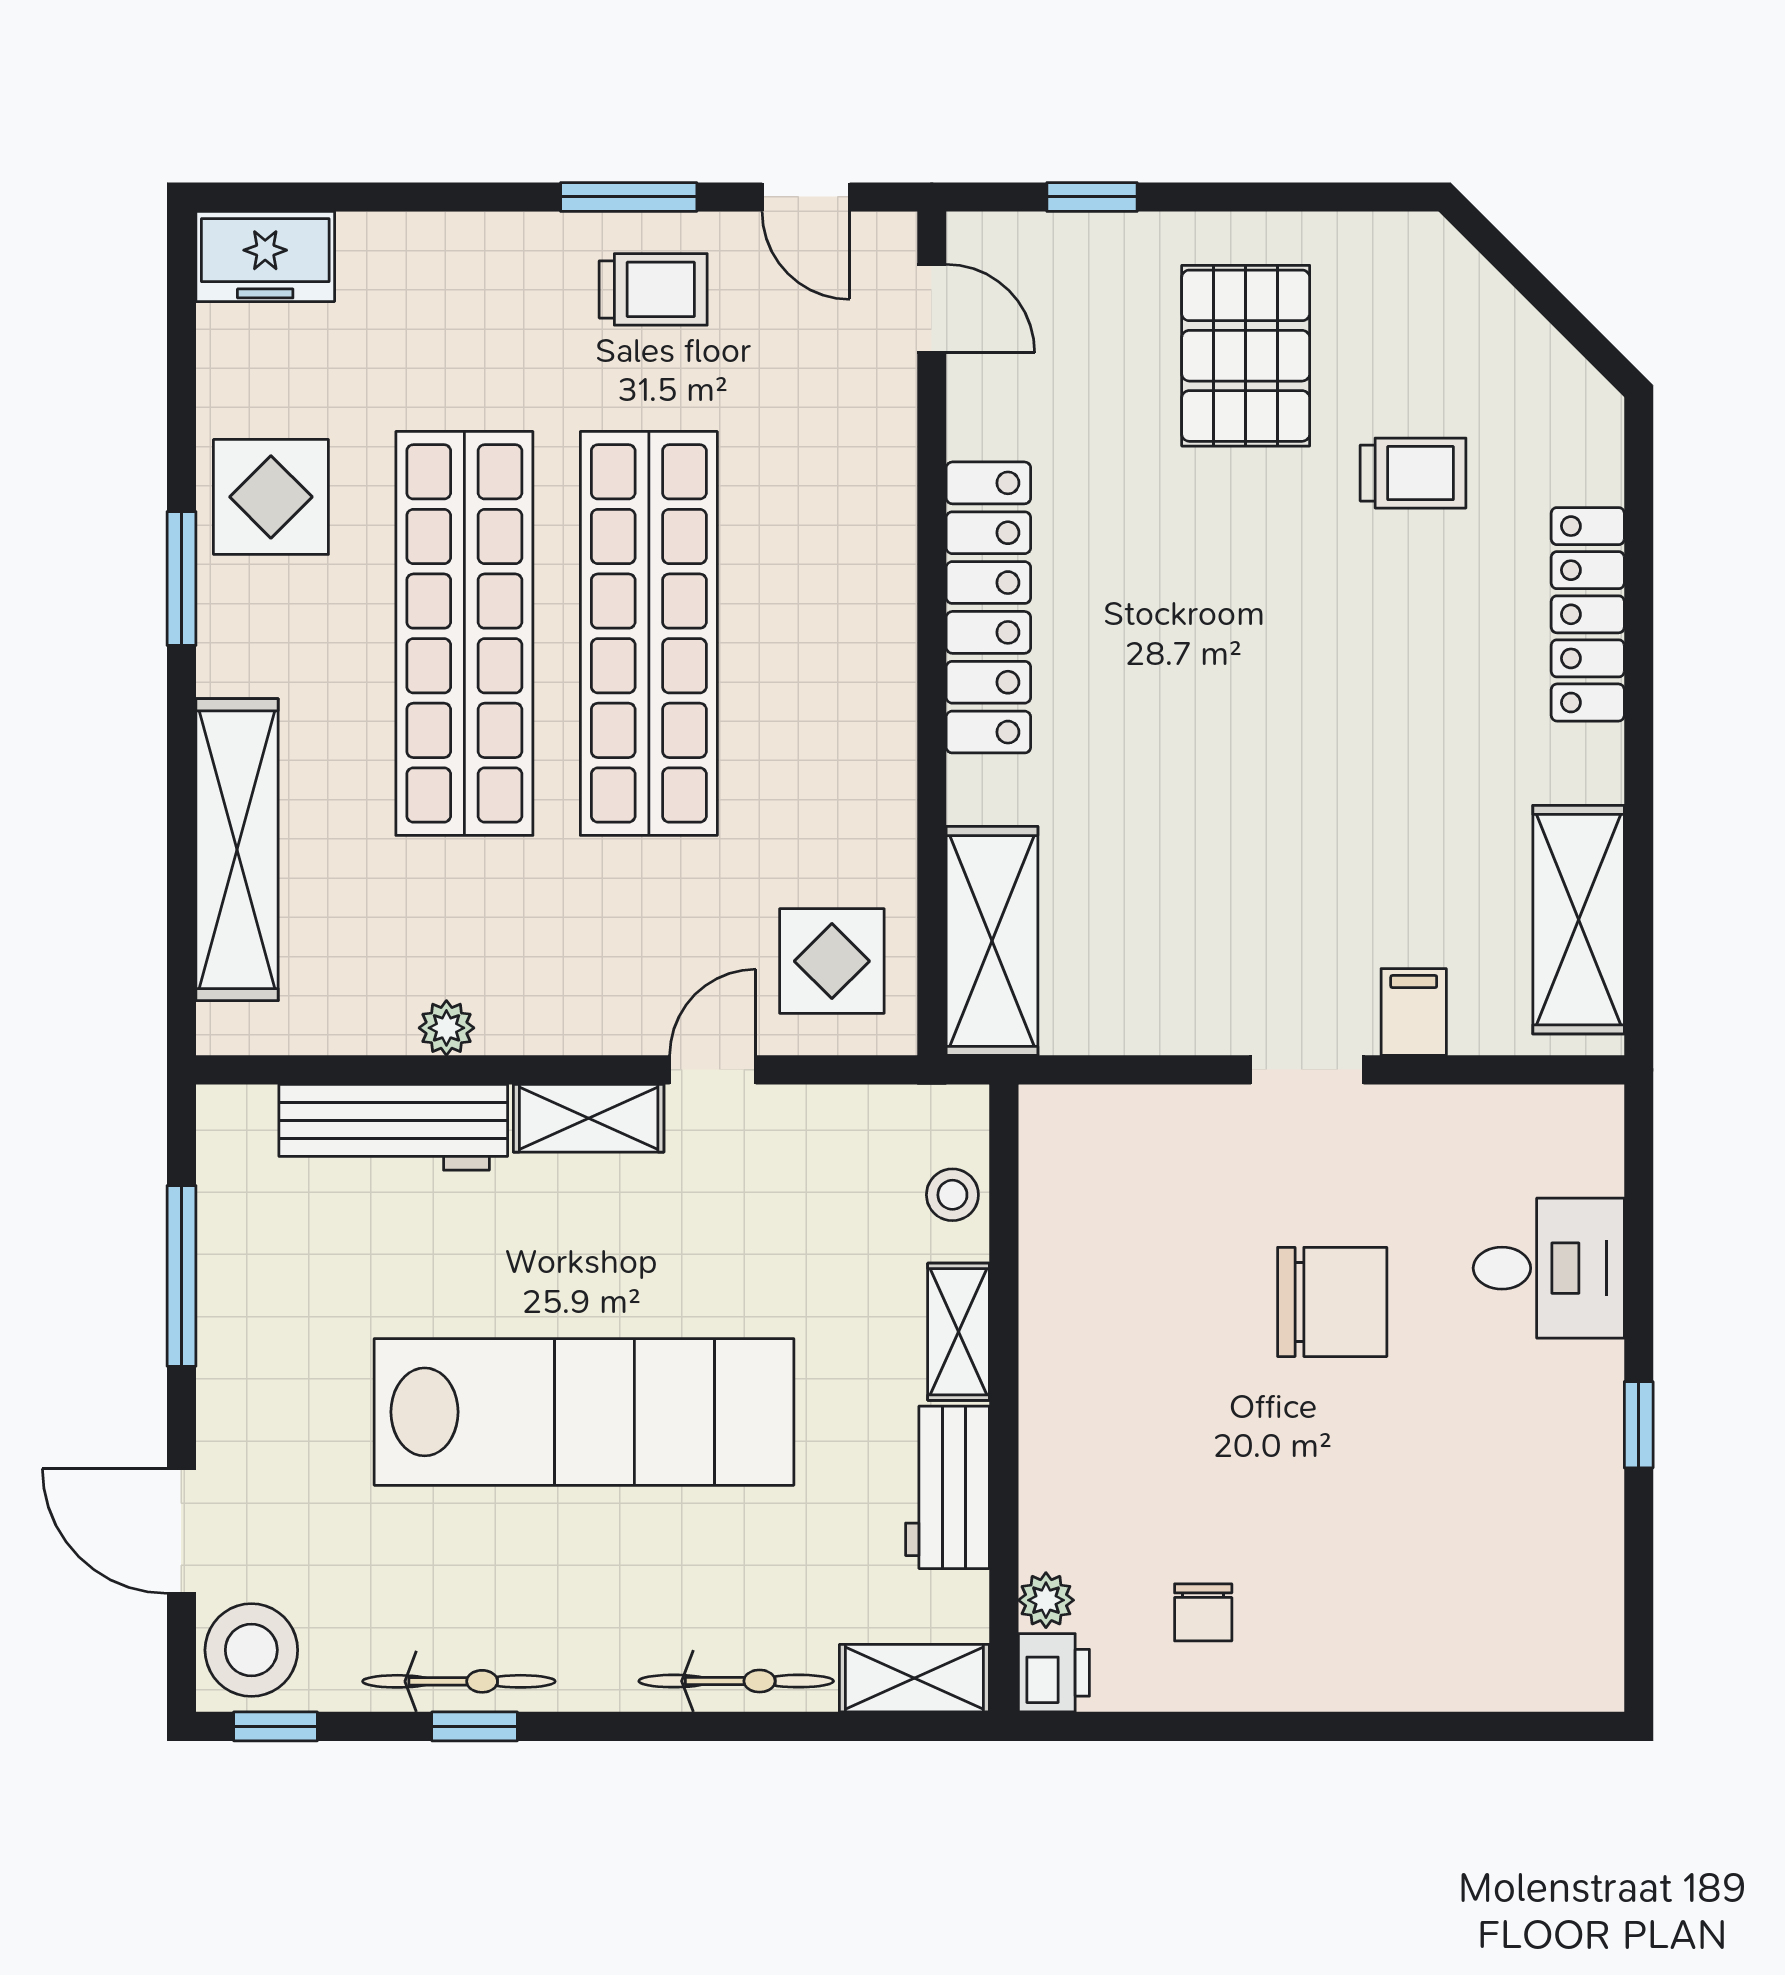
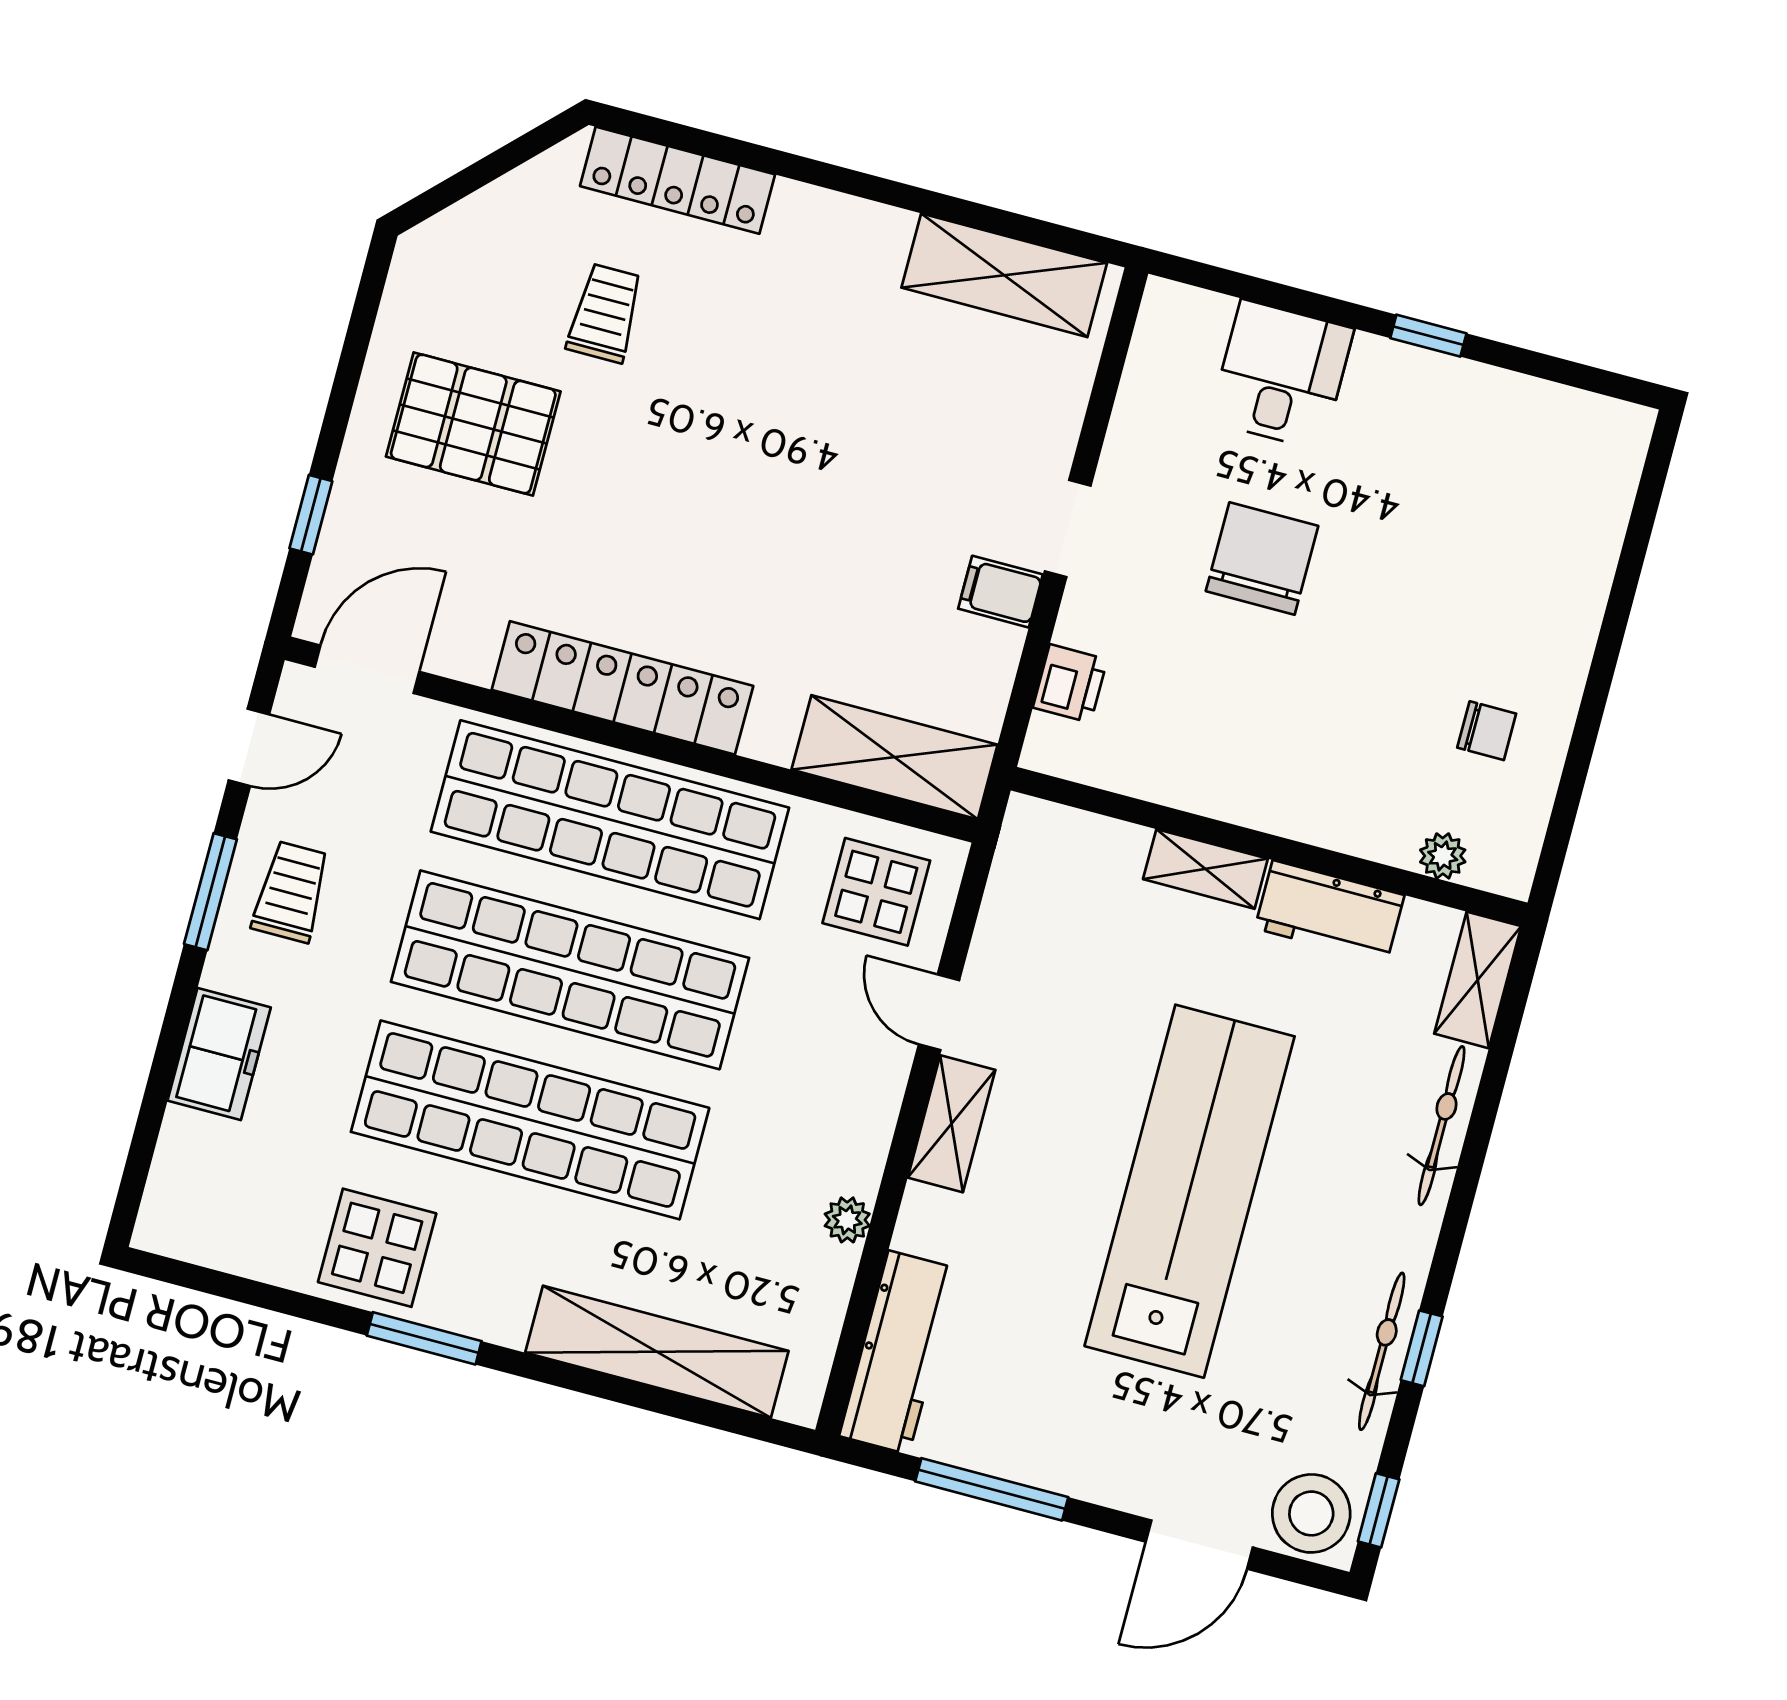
freezer: (265, 256) -> (219, 1054), moved
door: (932, 309) -> (367, 669), width x1.38
locker: (1588, 614) -> (678, 180), moved
shop shelf: (833, 633) -> (610, 820), added
filing cabinet: (1414, 1012) -> (1001, 592), moved
workbench: (393, 1127) -> (899, 1352), moved
stool: (952, 1195) -> (1093, 844), removed
printer: (1054, 1673) -> (1070, 683), moved, turned 90

